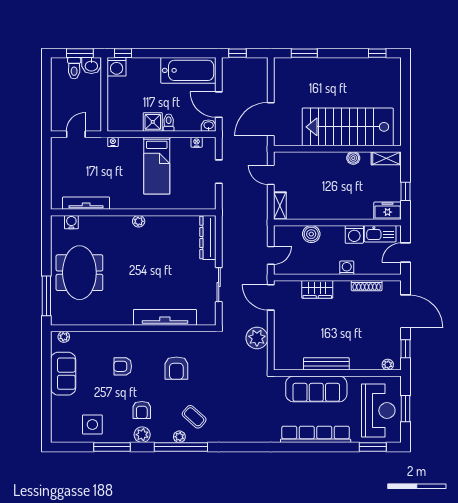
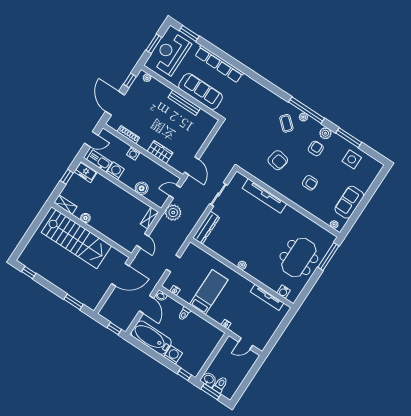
washing machine: (117, 67) -> (173, 355), moved
shower: (153, 122) -> (194, 320), removed
plant: (257, 338) -> (173, 213), moved
armchair: (176, 368) -> (278, 160), turned 101

